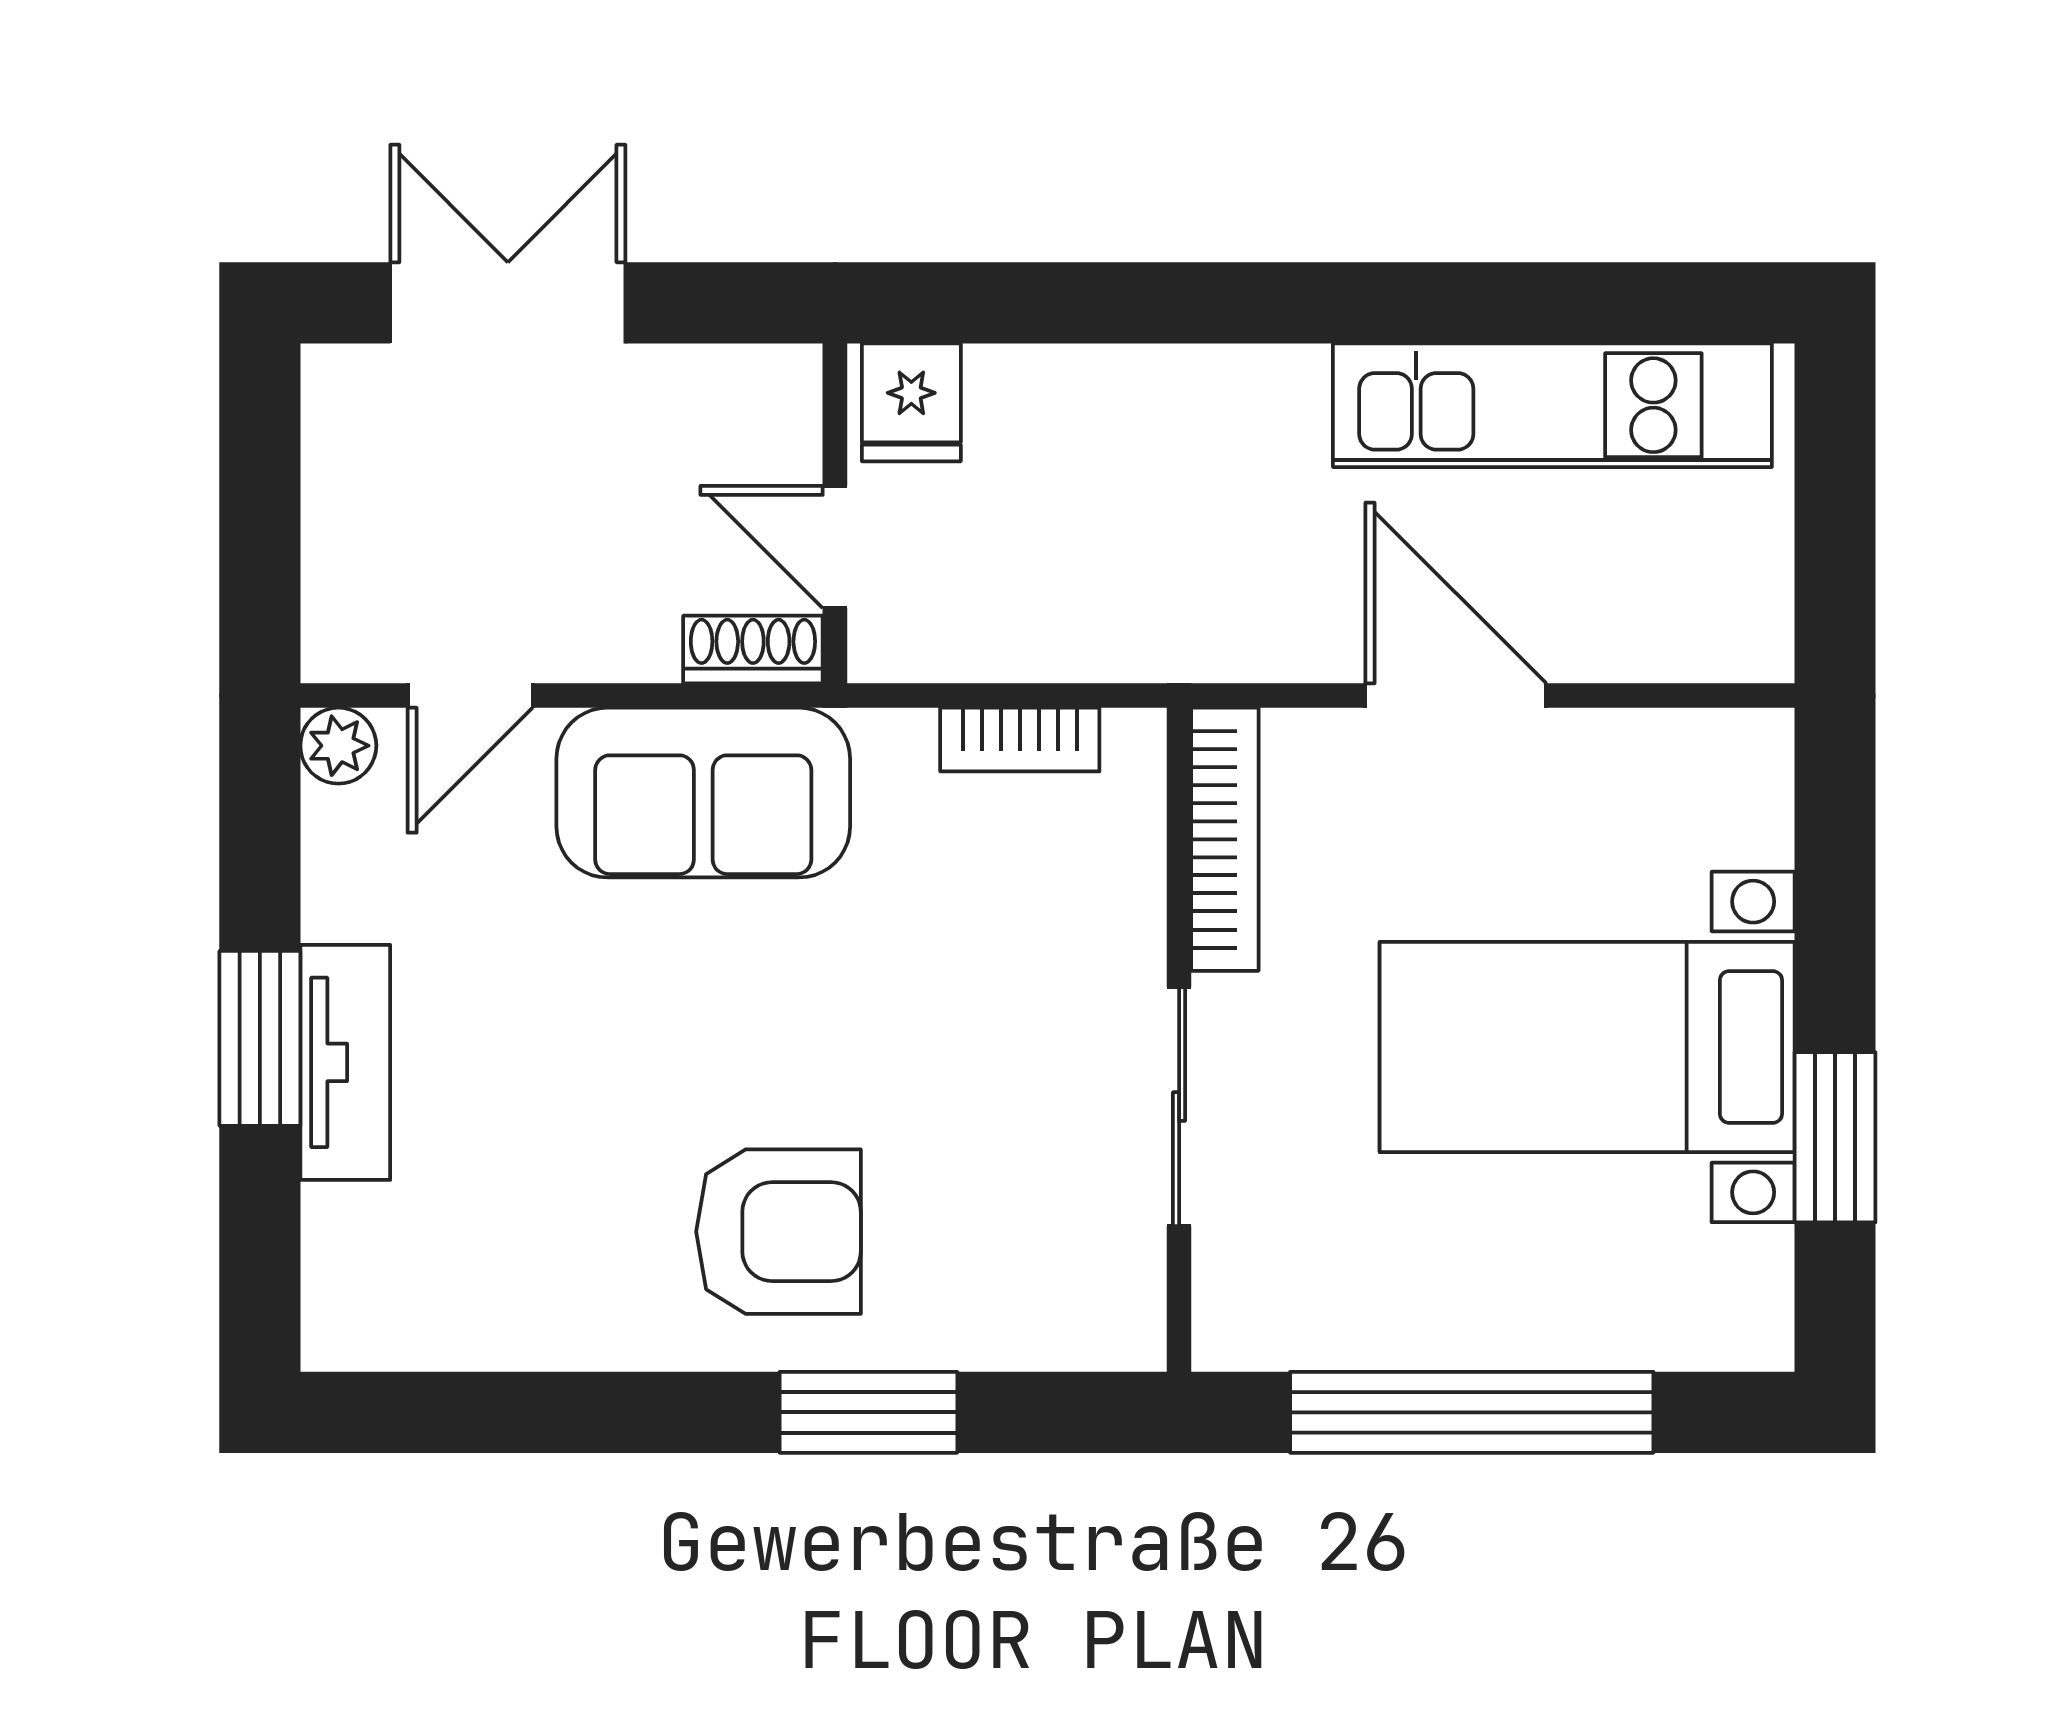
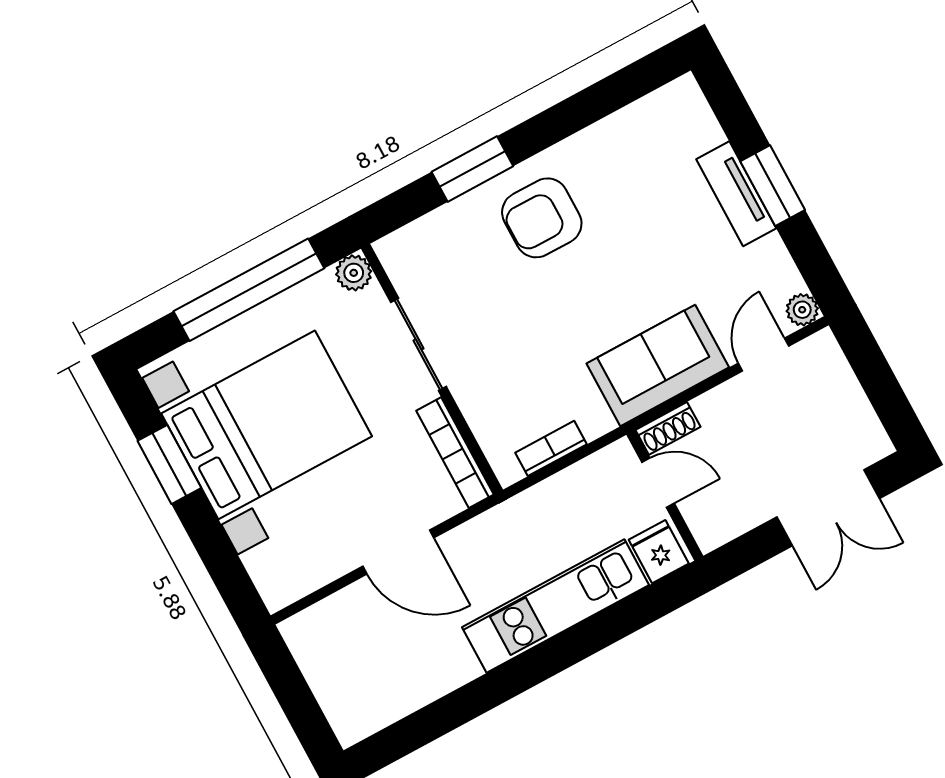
kitchen unit: (1552, 405) -> (556, 606), moved
bed with nightstands: (1587, 1047) -> (267, 425), width x1.36
plant: (1234, 1329) -> (354, 273), added

